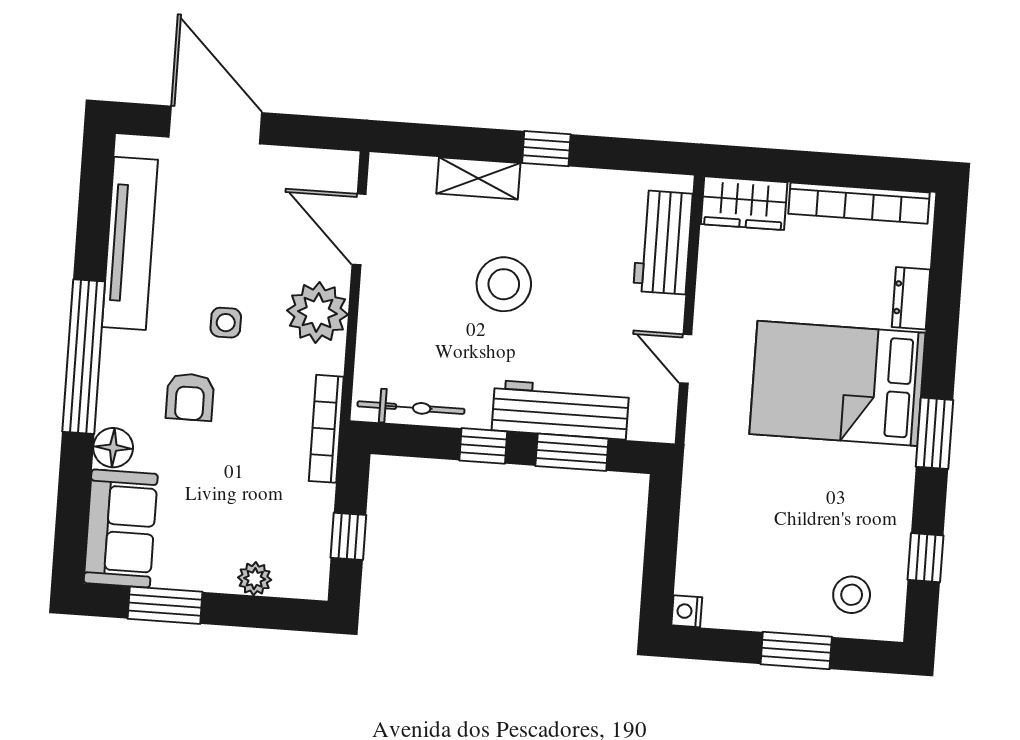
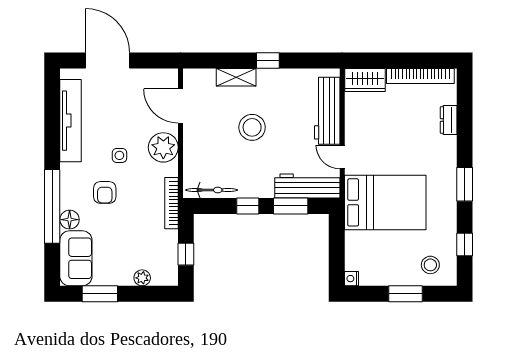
workbench: (663, 242) -> (327, 111), width x1.38
window: (84, 357) -> (52, 206), moved
bed: (837, 383) -> (385, 202), moved, turned 180
workbench: (560, 410) -> (307, 186), moved

